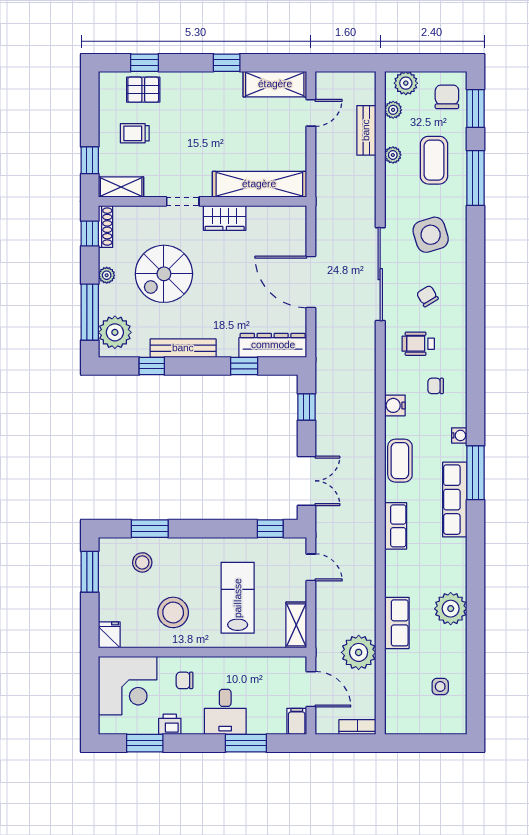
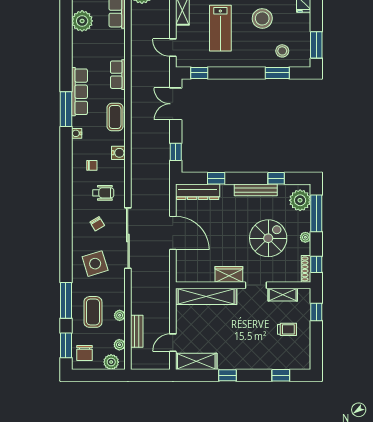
pallet: (143, 90) -> (282, 358), removed
shelving: (121, 187) -> (283, 295), moved

